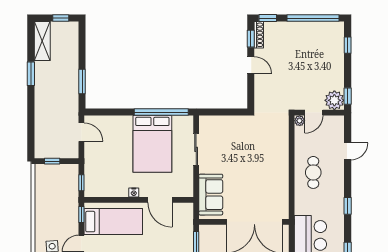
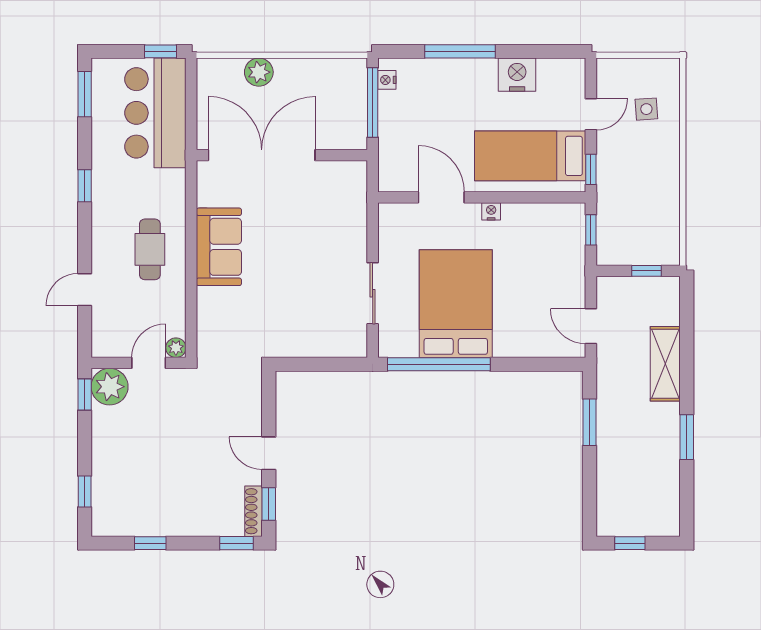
window: (313, 18) -> (150, 543), width x0.32
shelving: (42, 41) -> (665, 364), moved
sofa: (211, 195) -> (219, 247), moved, turned 180

